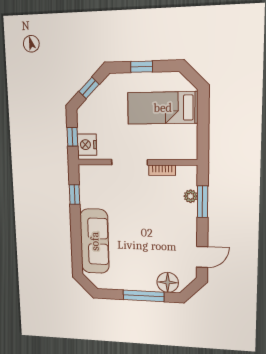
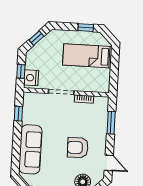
window: (142, 67) -> (86, 28), moved
plant: (191, 196) -> (103, 118), removed
armchair: (158, 237) -> (78, 148), added
door: (202, 257) -> (109, 163), hinge flipped

